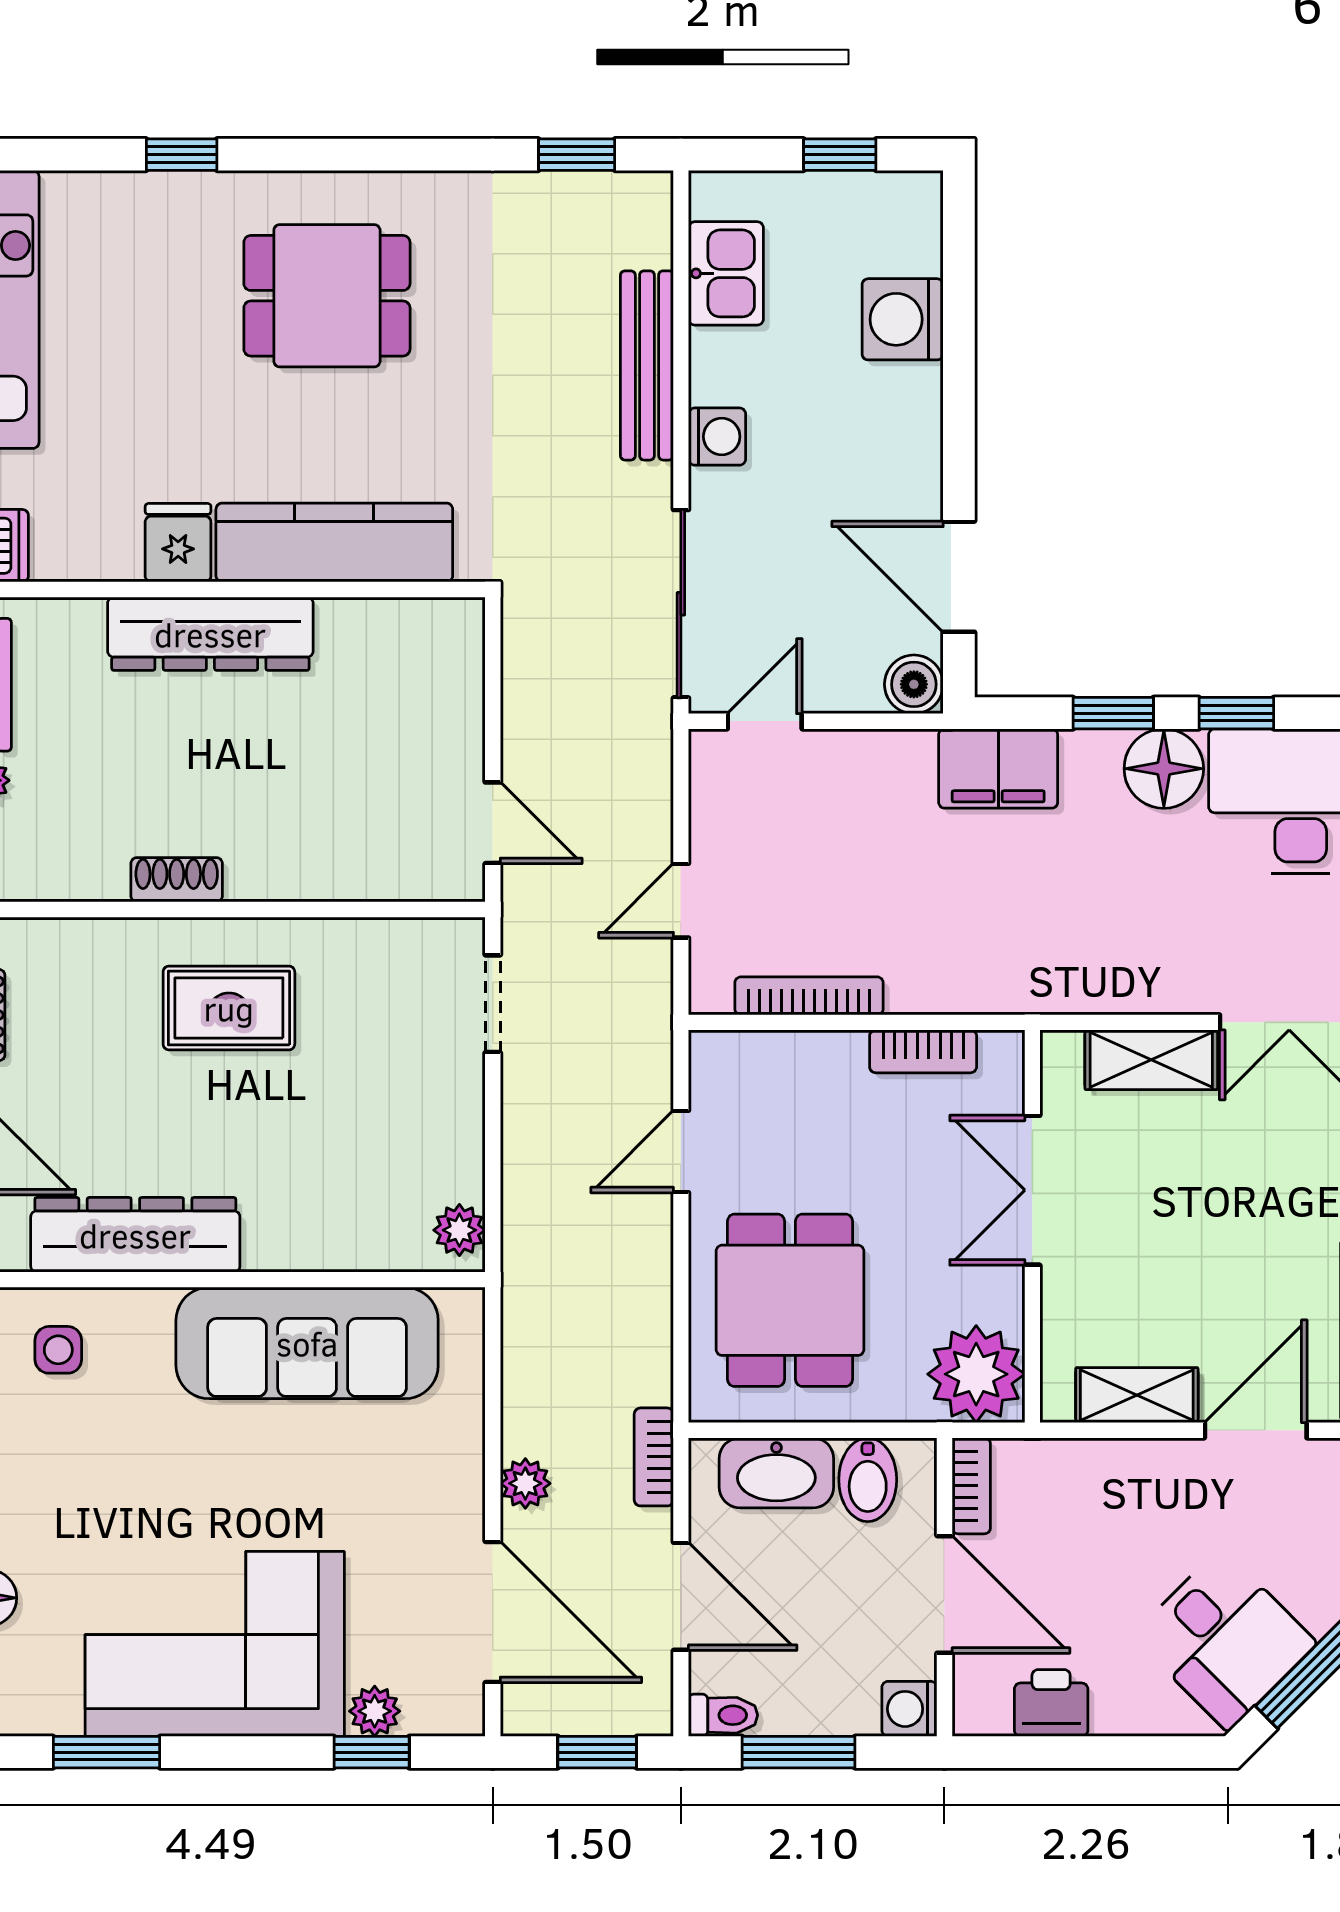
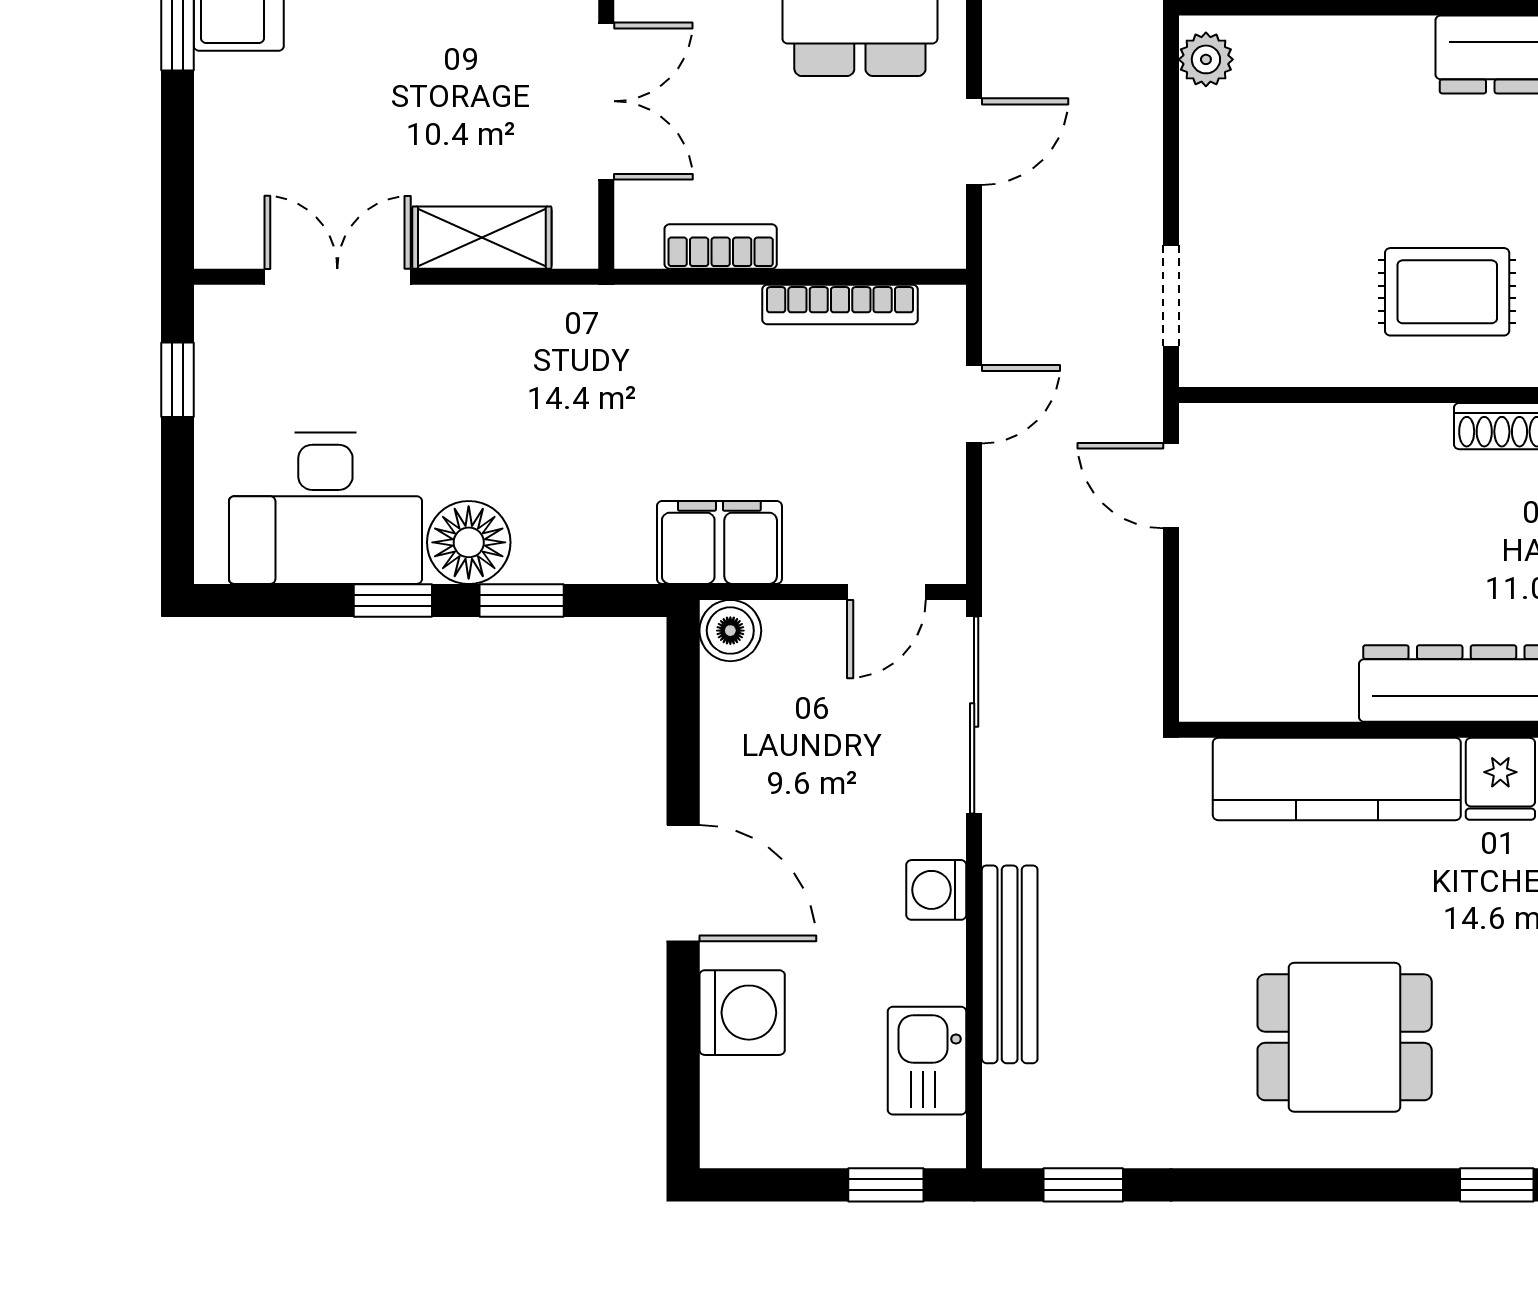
window: (840, 155) -> (886, 1185), moved
door: (959, 577) -> (683, 883), moved
filing cabinet: (998, 768) -> (719, 542), moved

